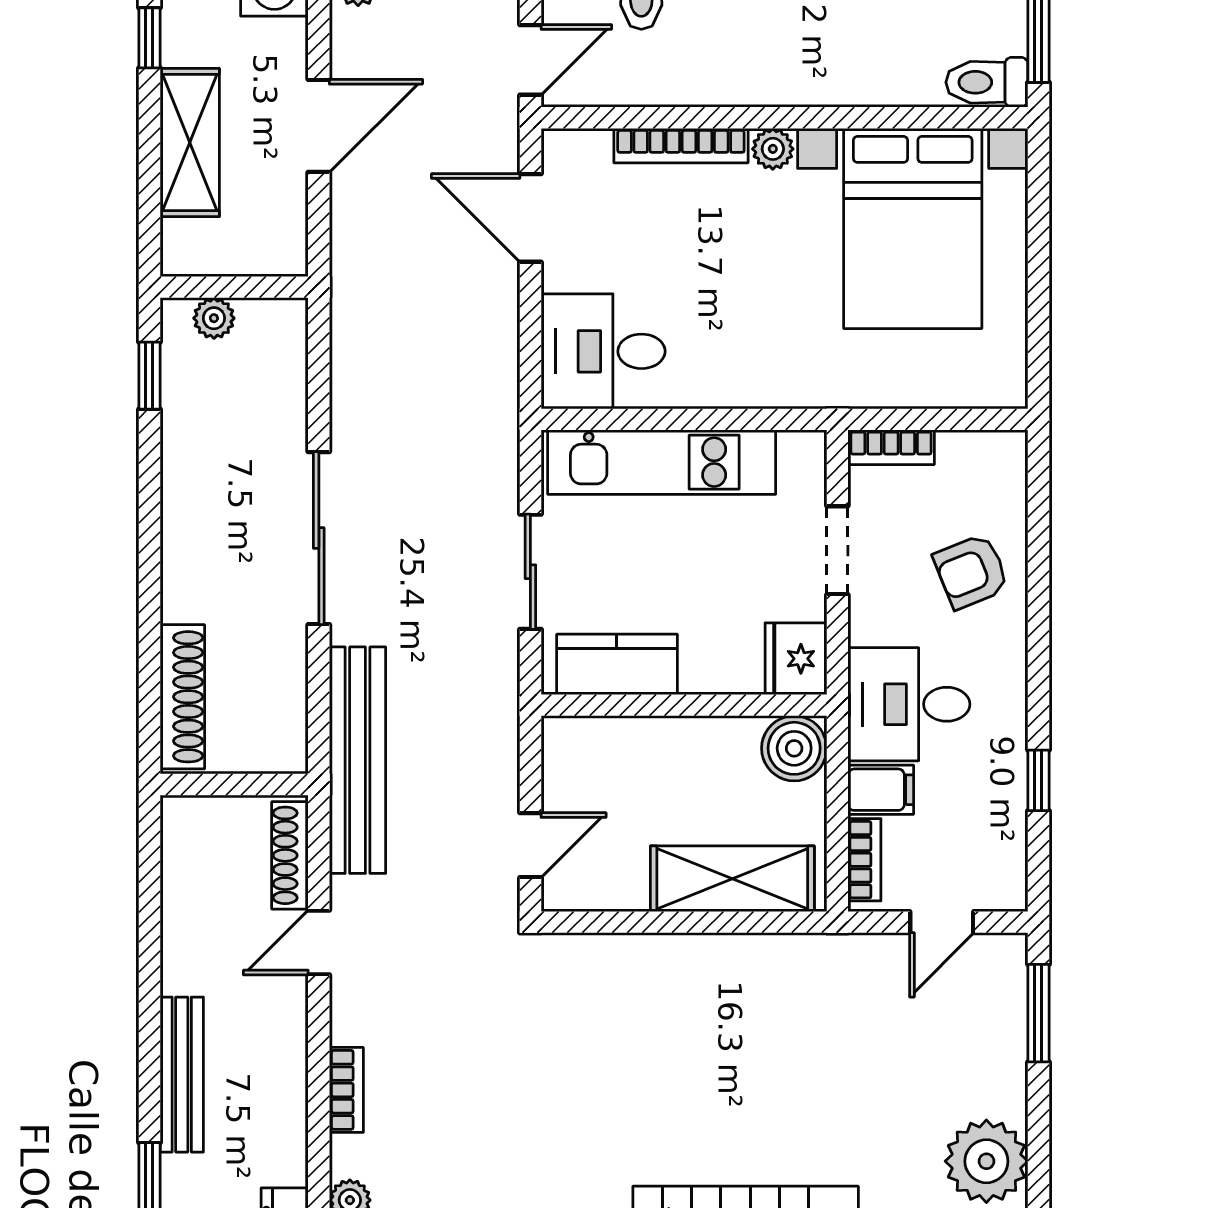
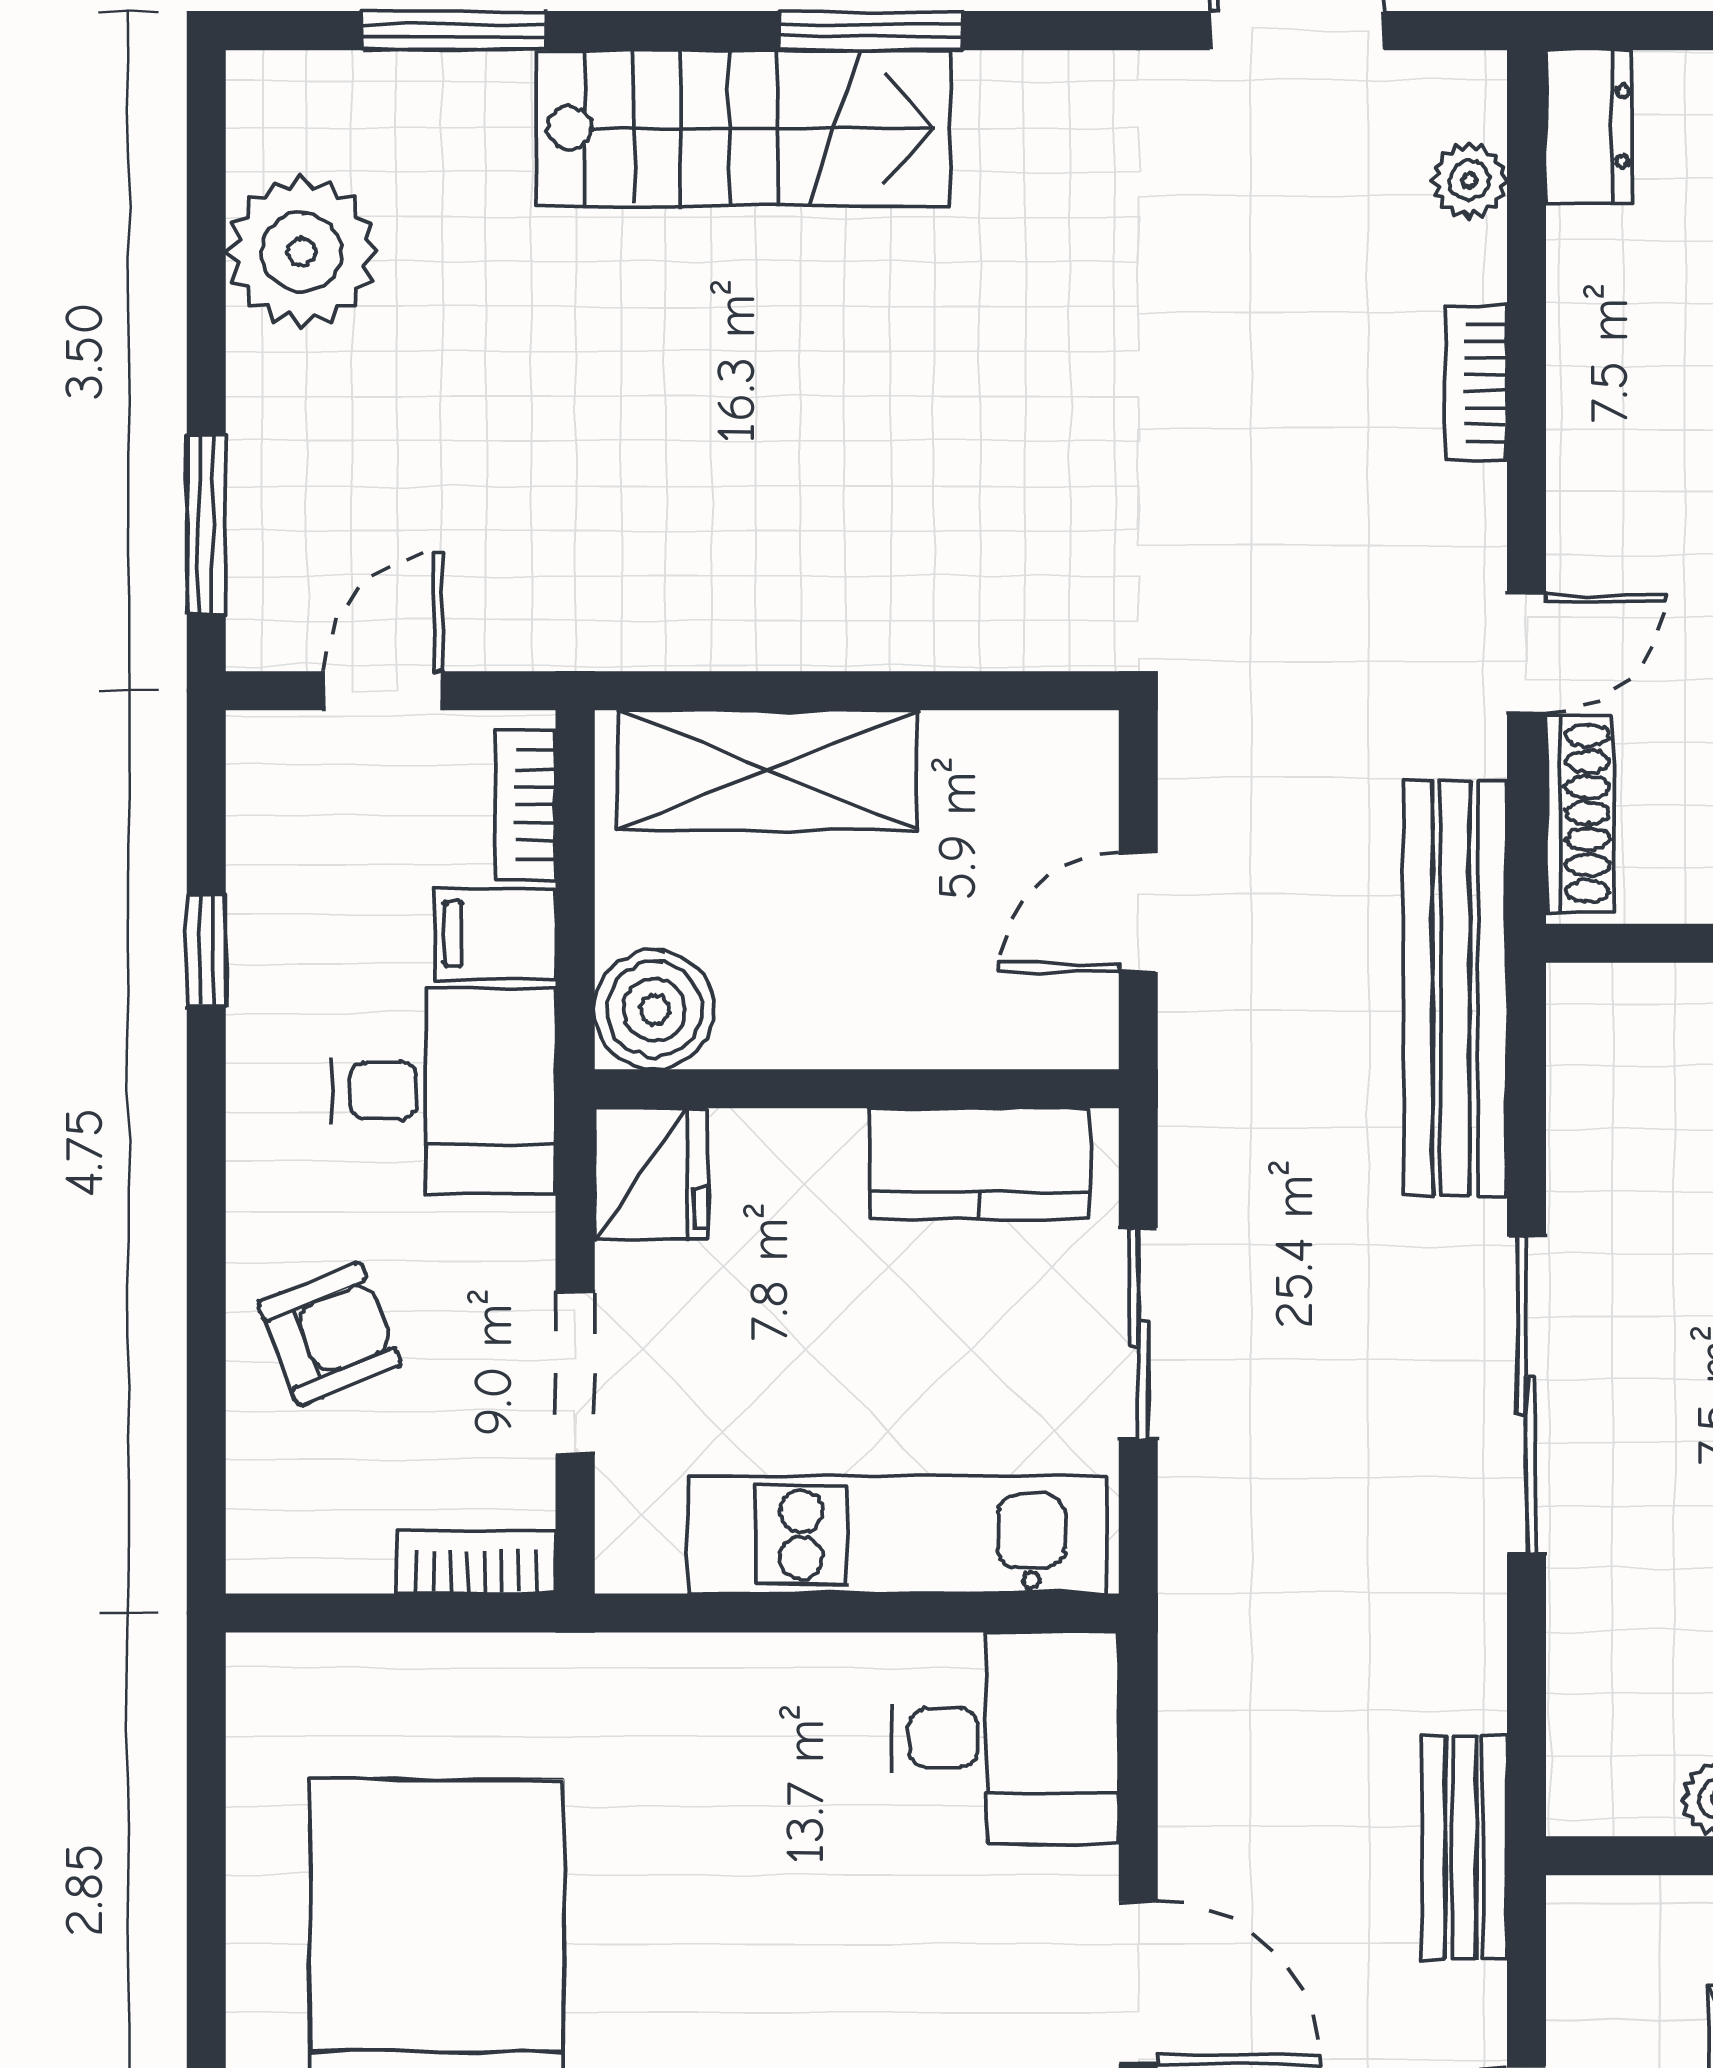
bench: (353, 292) -> (1464, 1847), added
door: (530, 845) -> (1138, 913), moved

